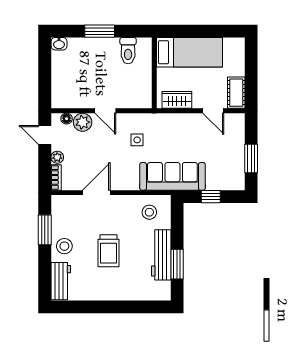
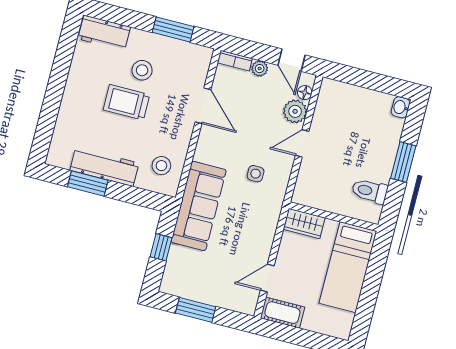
wardrobe: (177, 100) -> (304, 223), moved, turned 90
door: (45, 135) -> (292, 60), swing flipped
stool: (64, 246) -> (142, 70), moved

